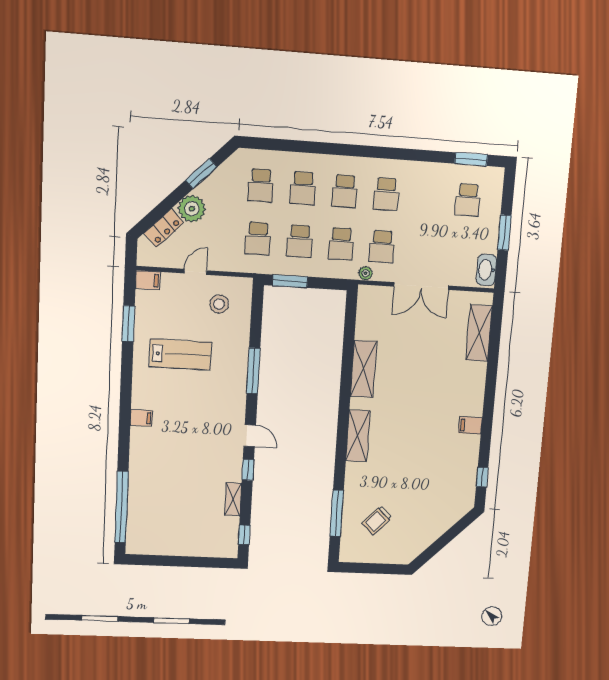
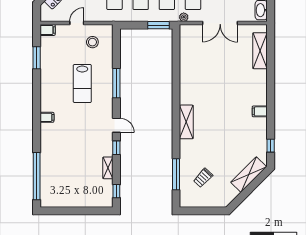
window: (290, 281) -> (158, 25), moved
lab bench: (180, 354) -> (82, 84), moved, turned 90
shelving: (363, 369) -> (249, 175), moved, turned 45

